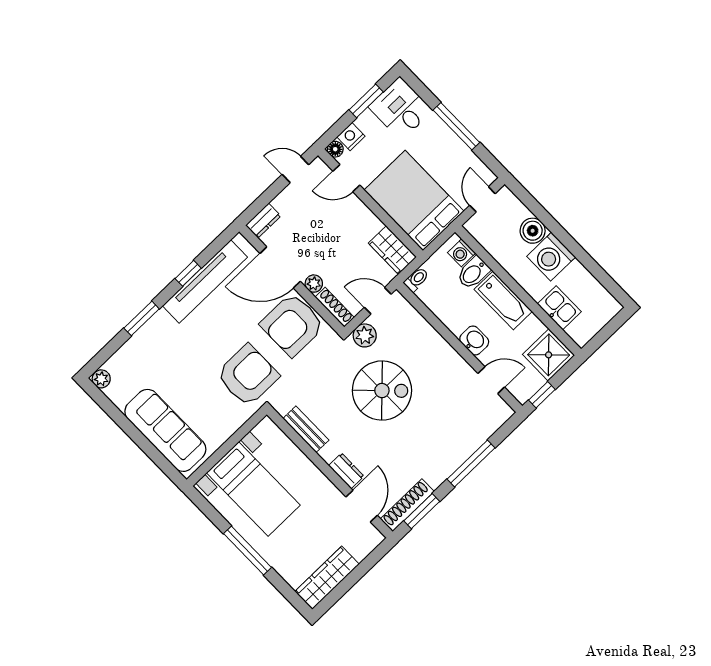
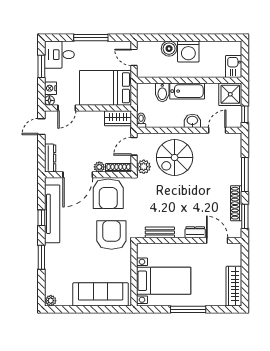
dresser: (263, 221) -> (50, 158), width x1.44
washing machine: (462, 253) -> (149, 89), removed
kitchen sink: (559, 308) -> (234, 67), moved, turned -90
spiral stairs: (382, 391) -> (175, 158), moved, turned 180
shoe rack: (407, 505) -> (236, 203), moved

